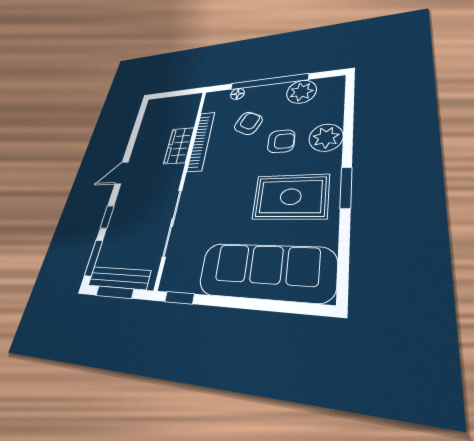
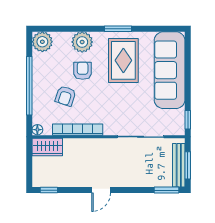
plant: (301, 92) -> (42, 42), moved
floor lamp: (237, 94) -> (37, 130), moved
armchair: (248, 123) -> (65, 96), turned -99
wardrobe: (179, 146) -> (47, 147), moved
door: (122, 173) -> (101, 190), hinge flipped
window: (107, 217) -> (49, 190), moved

